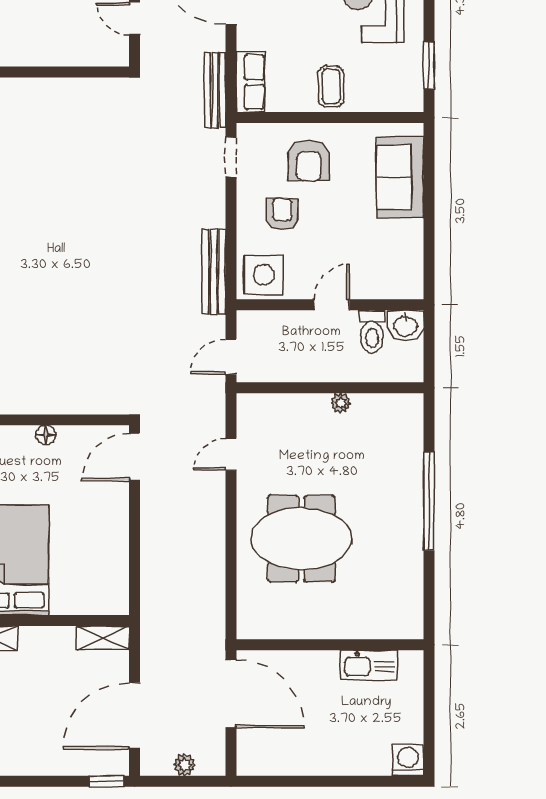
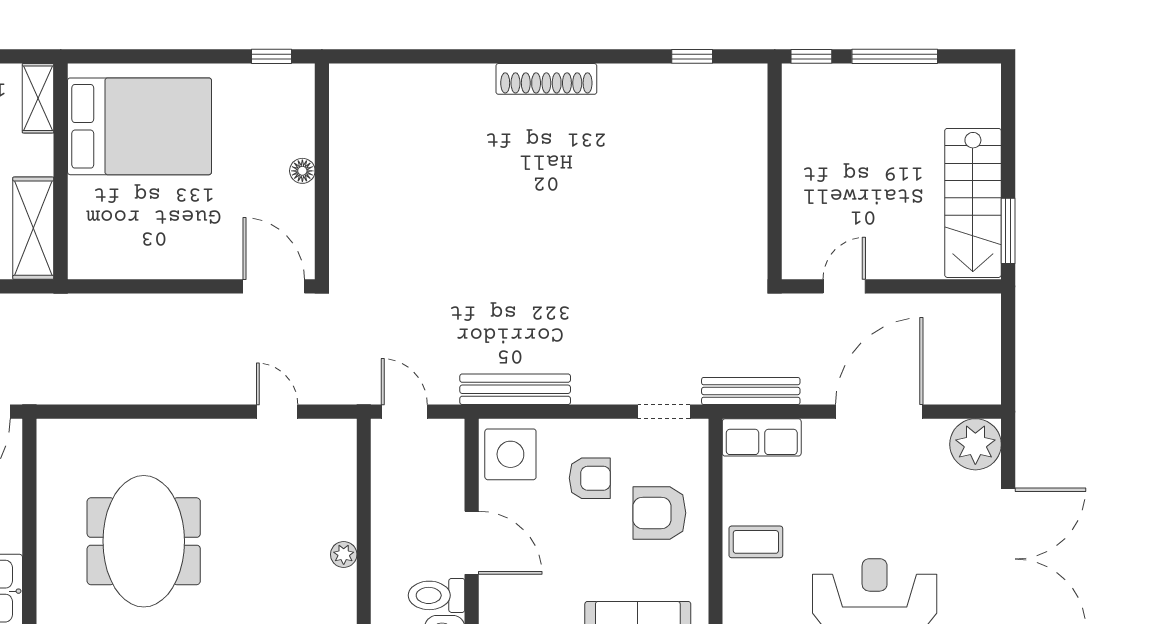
door: (332, 305) -> (472, 543), width x1.38
meeting table: (301, 539) -> (144, 541), moved
shelving: (103, 638) -> (33, 228), width x1.50, depth x1.33

